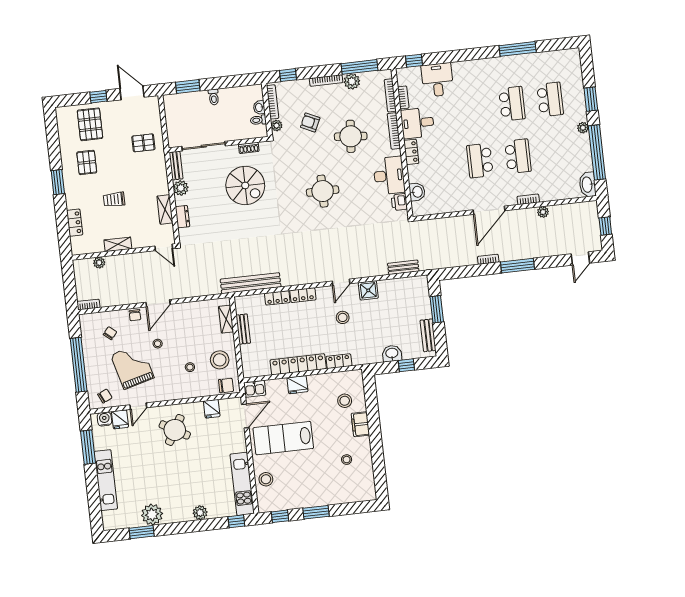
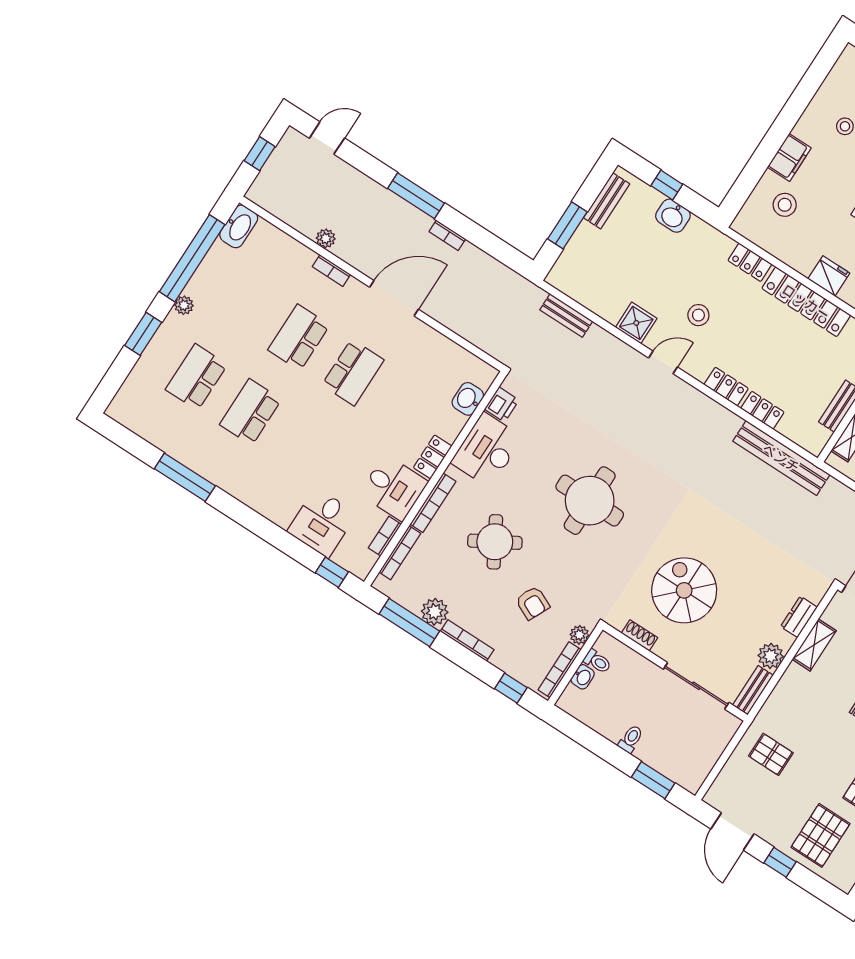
round table: (351, 136) -> (495, 542), turned -35
round table: (323, 191) -> (590, 501), width x1.36, depth x1.36

